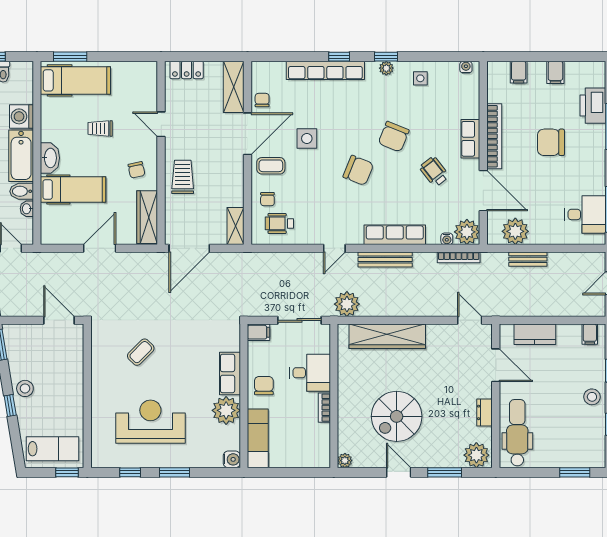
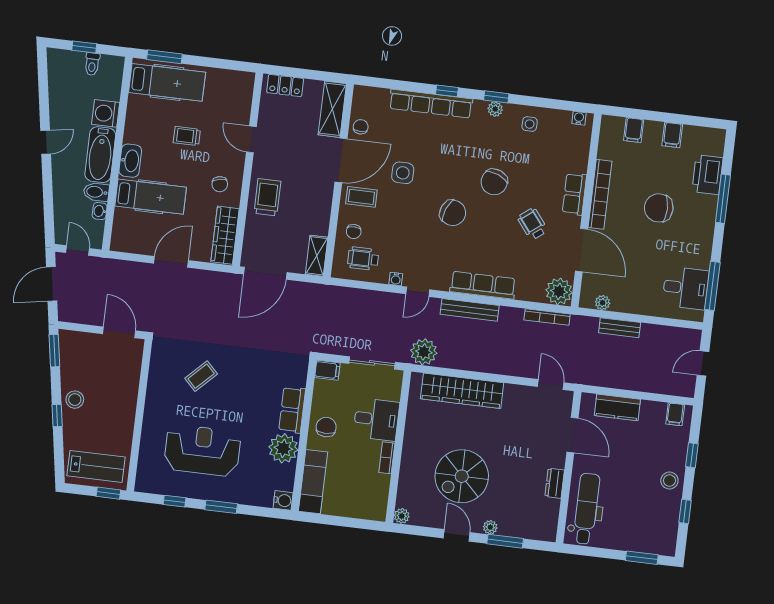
plant: (515, 231) -> (603, 303), width x0.53, depth x0.53
water cooler: (447, 239) -> (396, 279), moved
plant: (476, 455) -> (490, 527), moved, width x0.53, depth x0.53

